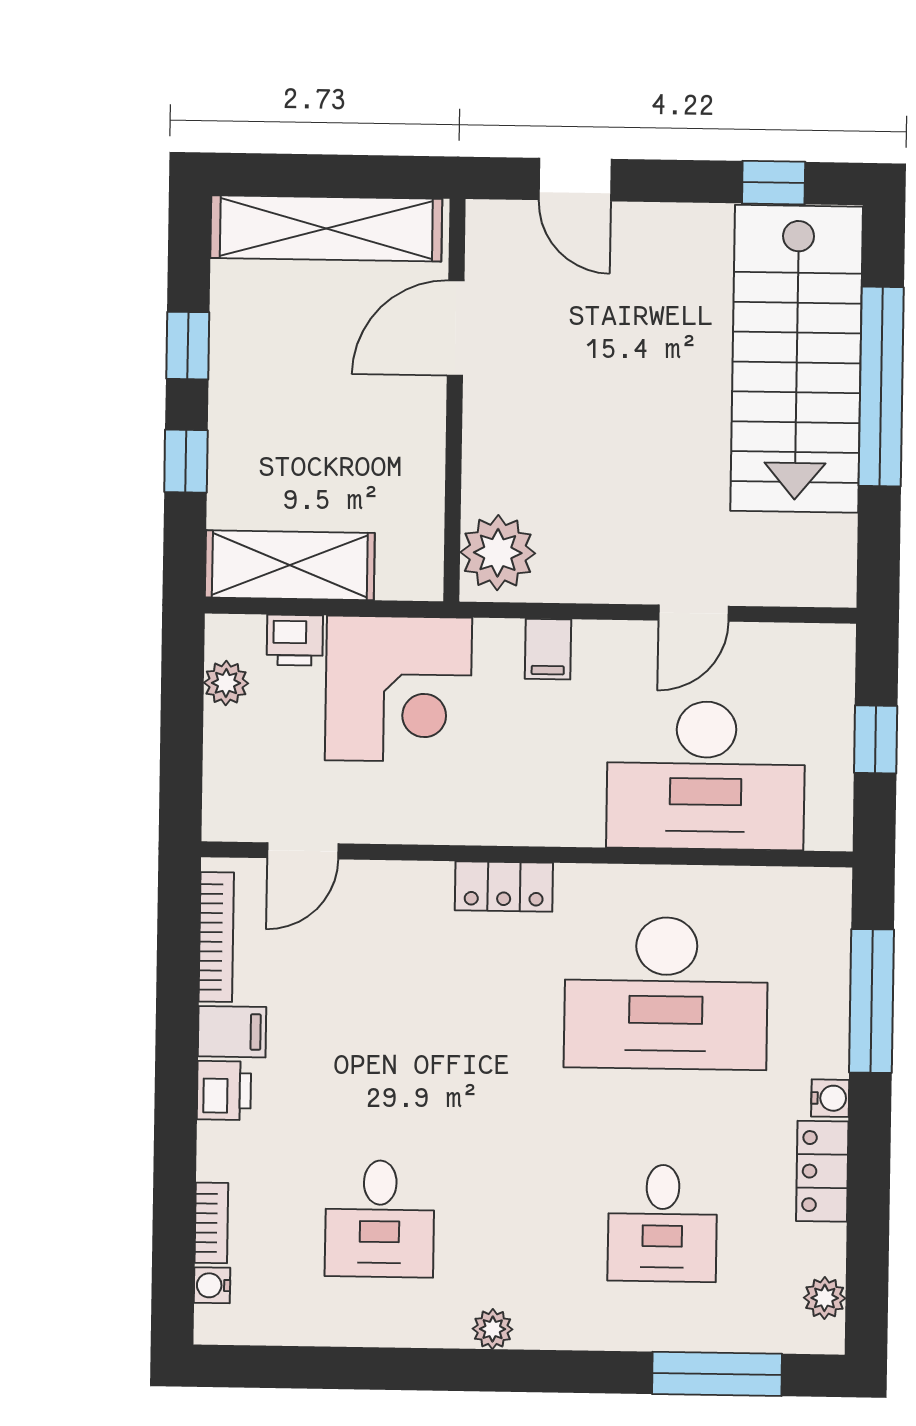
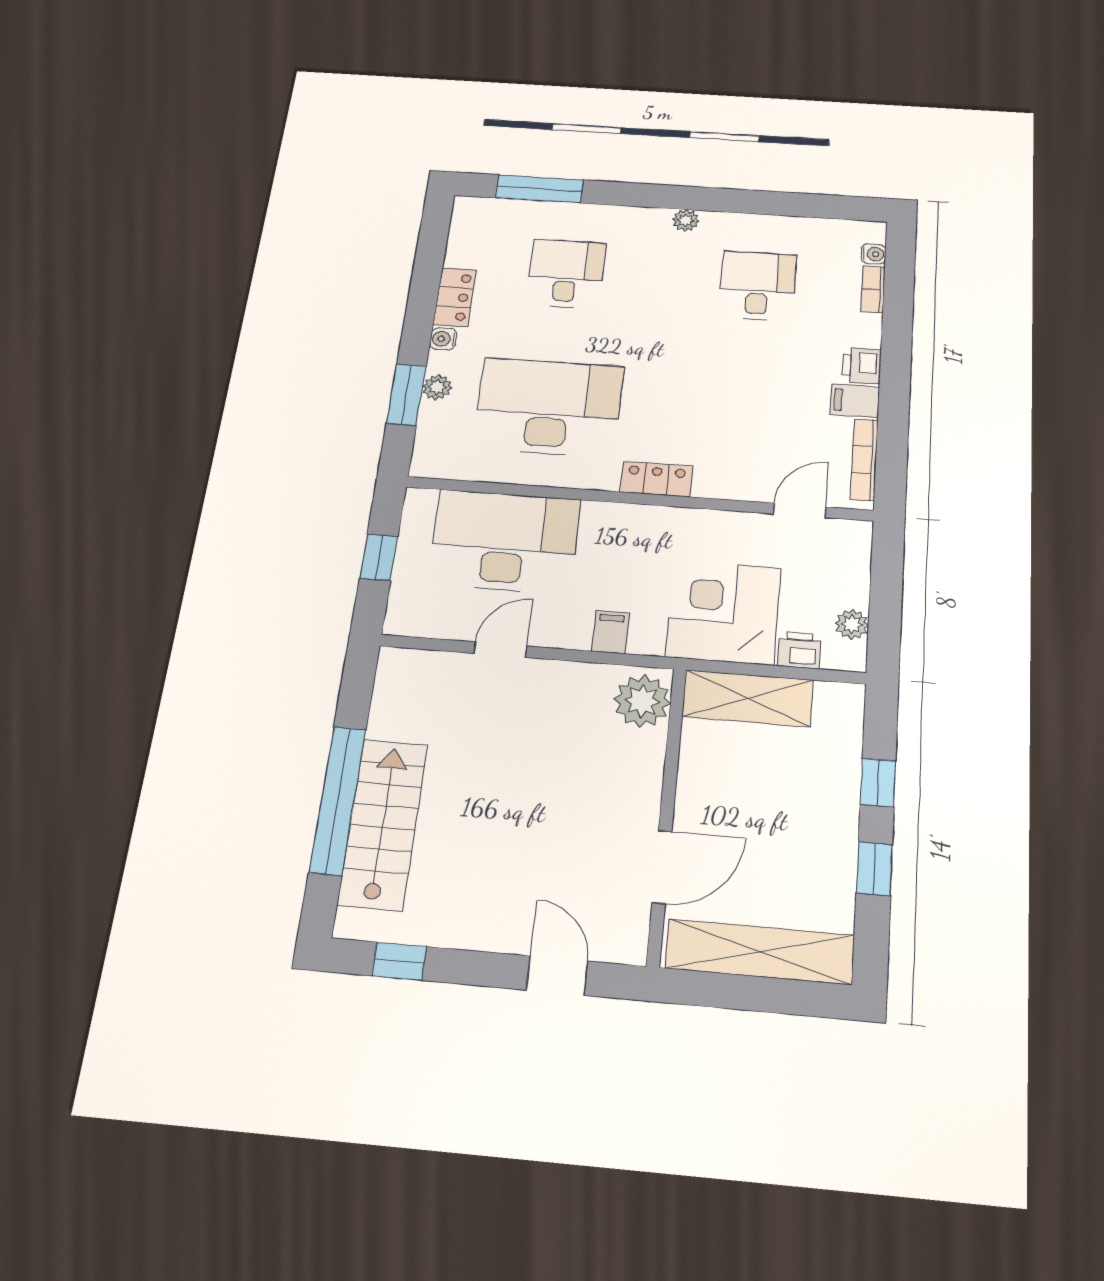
stairs: (797, 359) -> (383, 824), width x0.73, depth x0.66
shelving: (290, 565) -> (748, 698), moved
window: (872, 1001) -> (406, 395), width x0.69
plant: (825, 1298) -> (437, 387), moved

